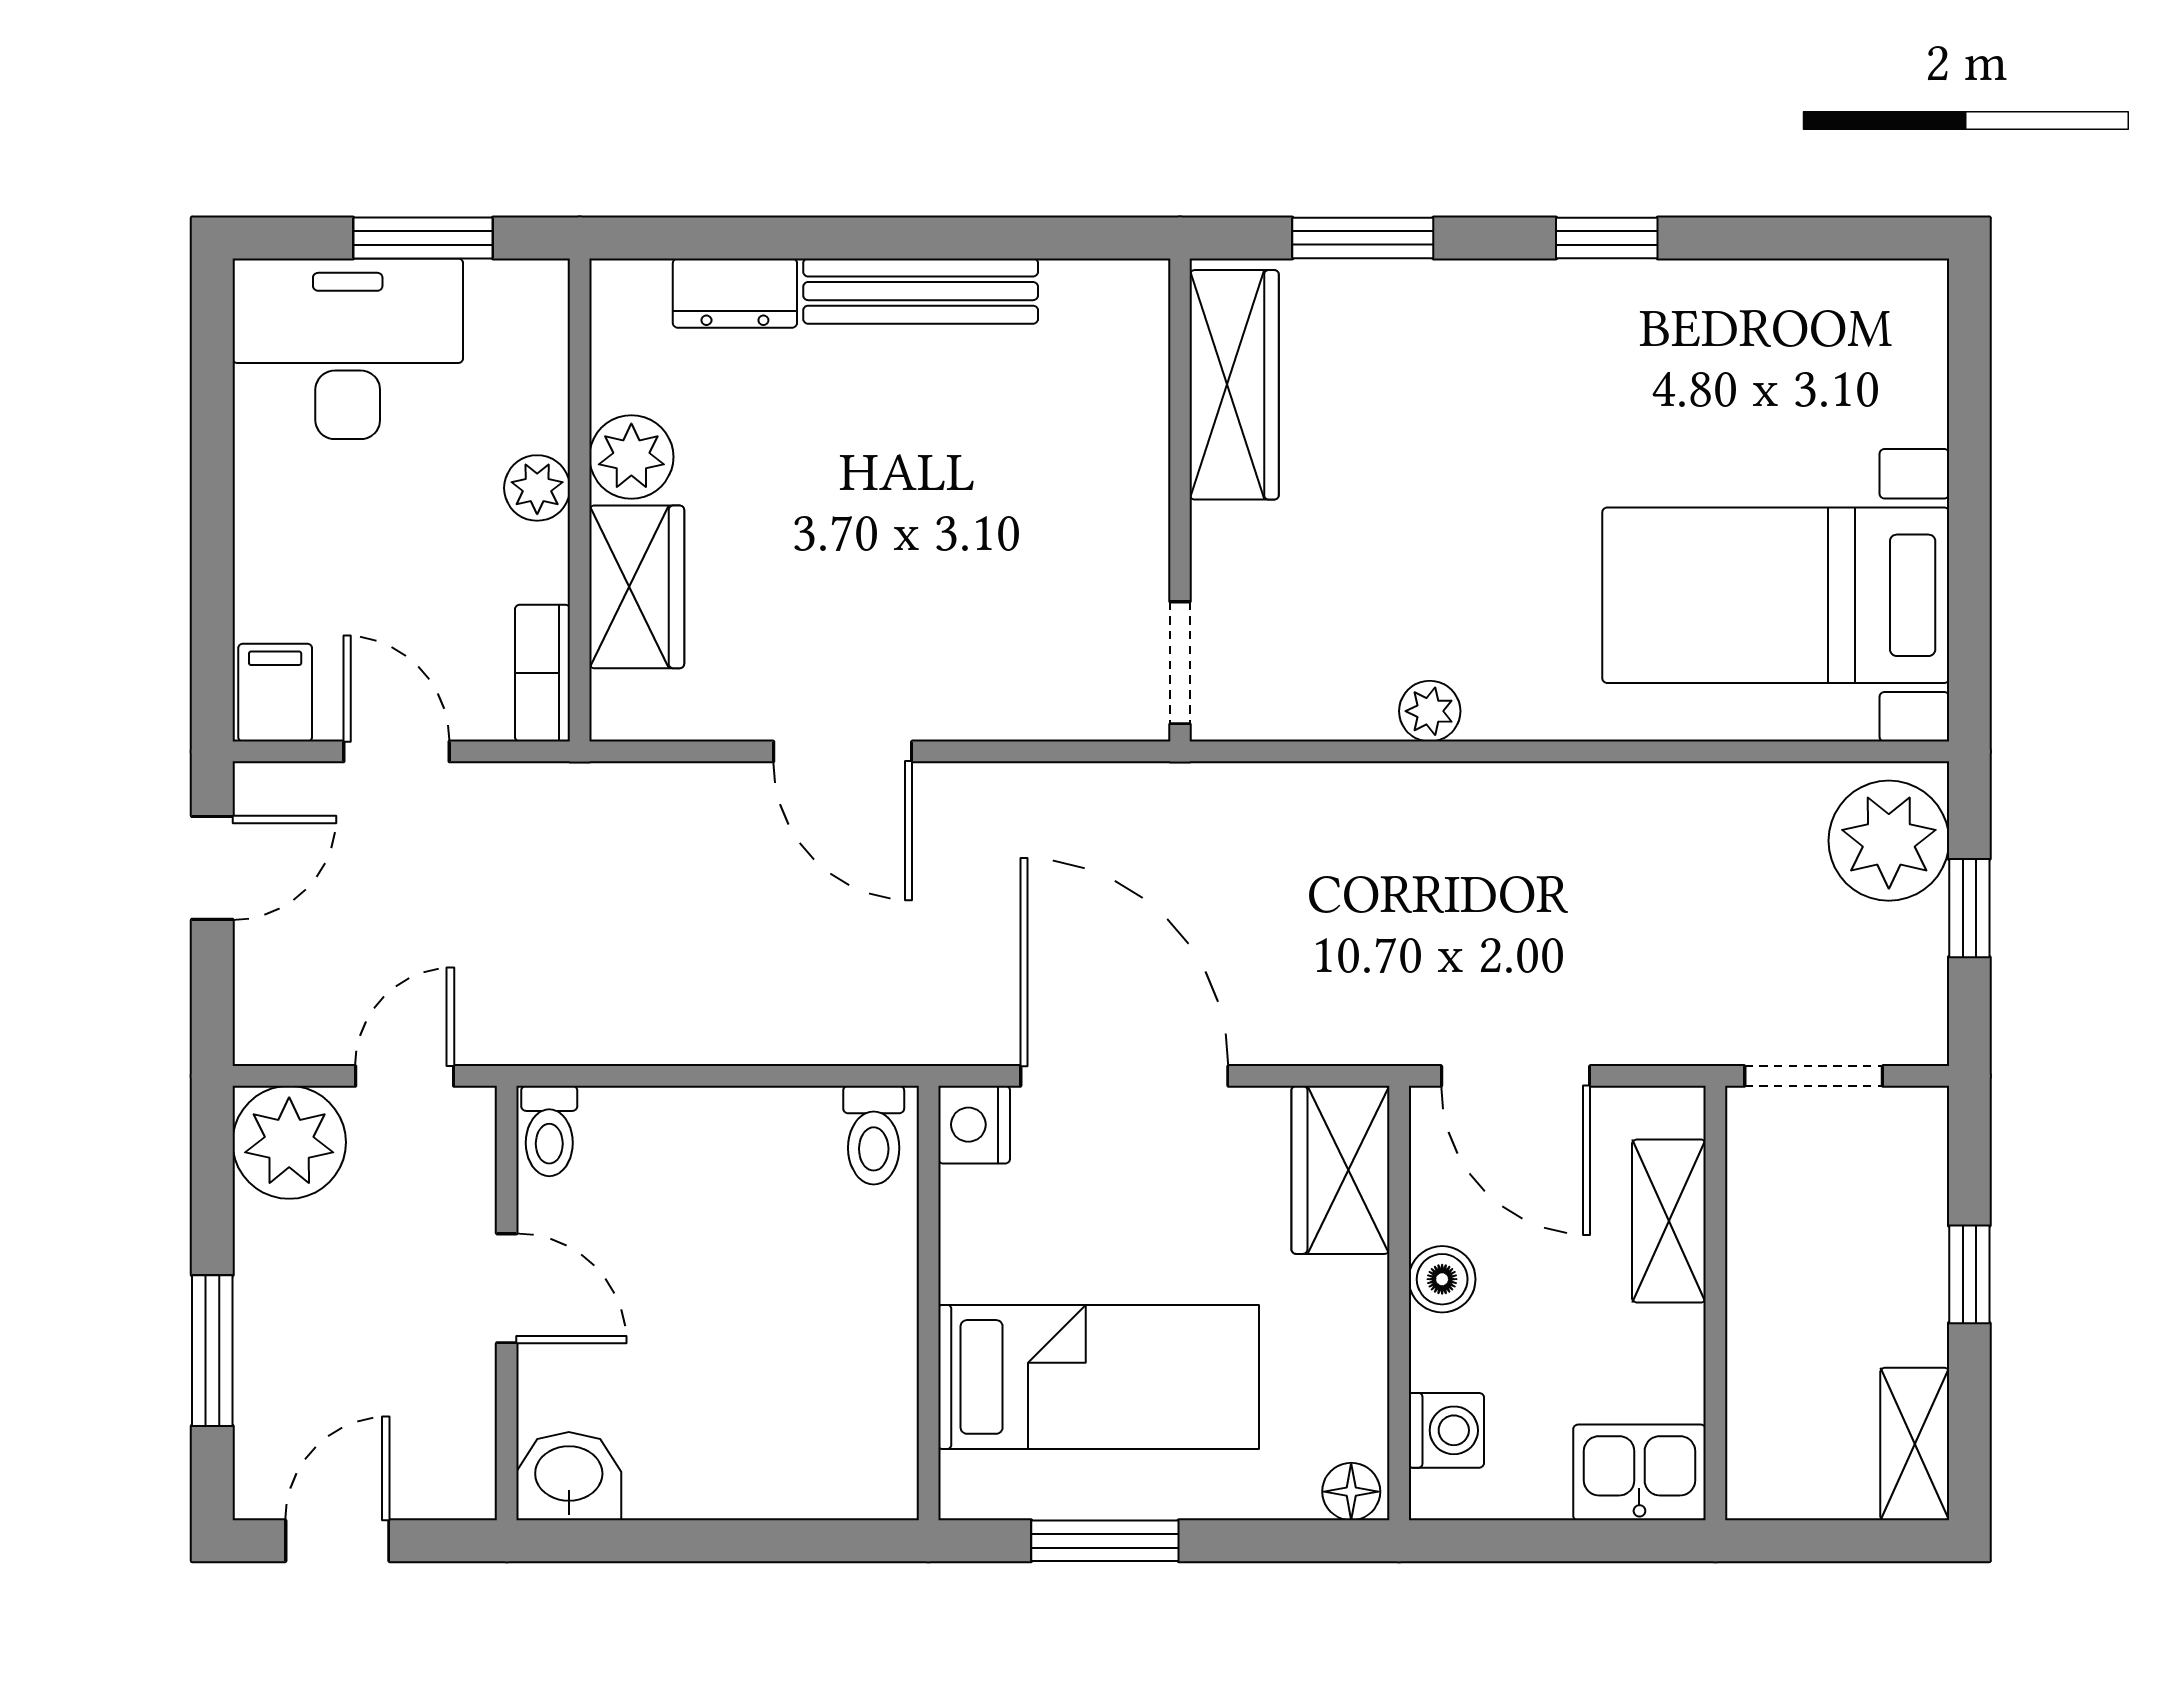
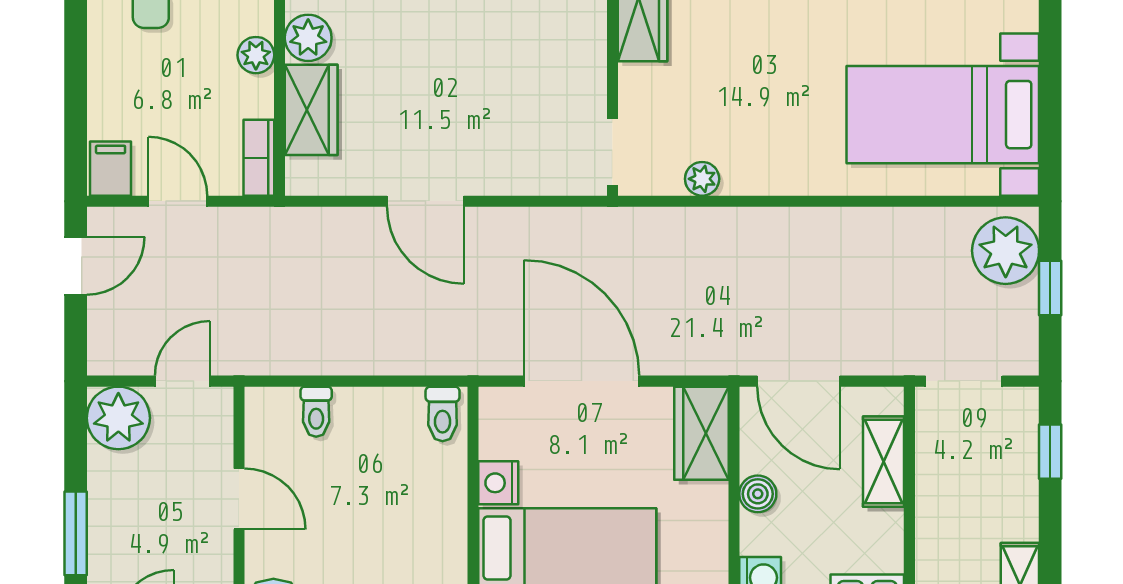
plant: (1430, 711) -> (702, 179), moved
nightstand: (974, 1125) -> (498, 483), moved
toilet: (549, 1131) -> (316, 412), moved
window: (1969, 1274) -> (1050, 452), moved

